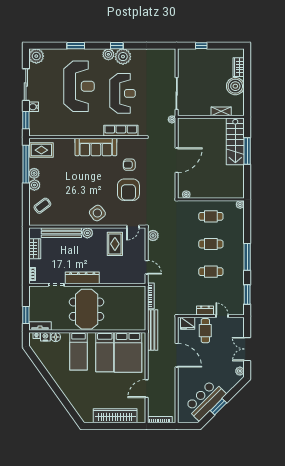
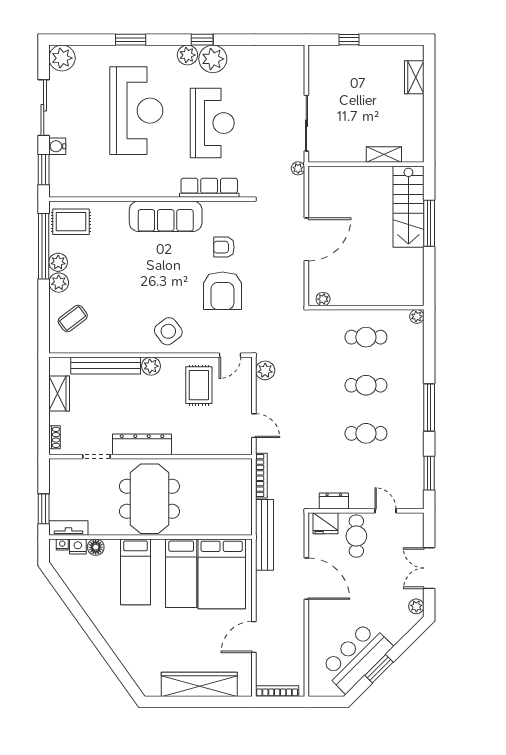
boiler: (235, 86) -> (409, 110), removed
dresser: (205, 310) -> (334, 501), moved

